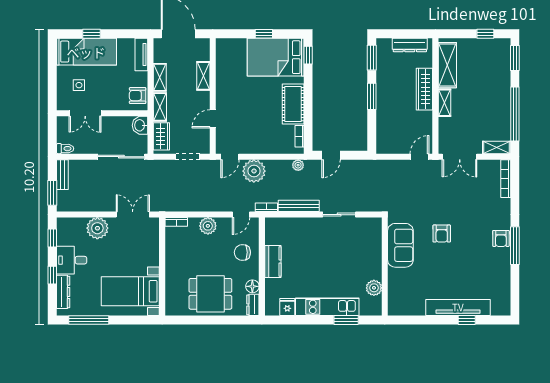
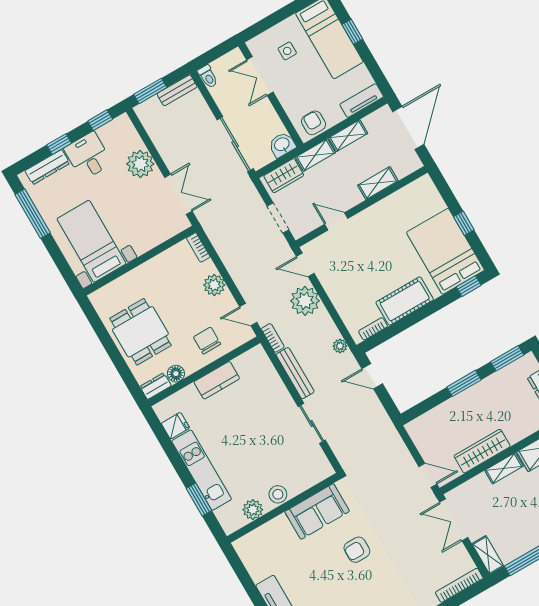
wardrobe: (424, 89) -> (482, 451), moved
stool: (374, 265) -> (278, 494), added

